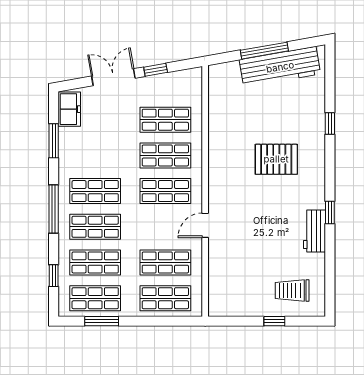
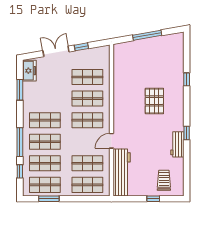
workbench: (280, 67) -> (122, 172), moved, turned -80
pallet: (276, 159) -> (154, 101), turned 90
window: (54, 209) -> (20, 142), moved
trolley: (292, 290) -> (164, 180), turned 90

